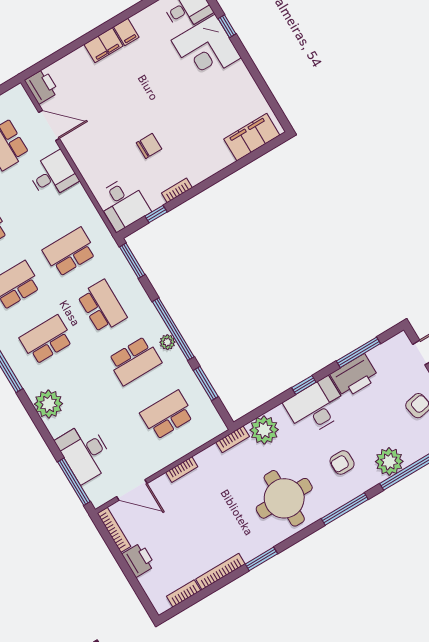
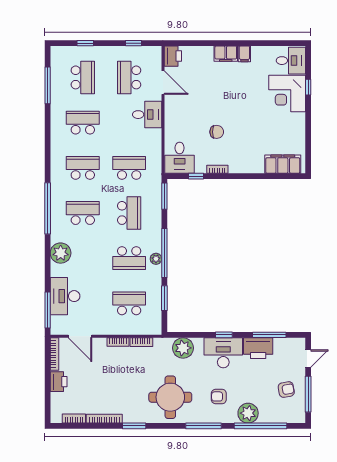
bookcase: (233, 439) -> (141, 342), moved

